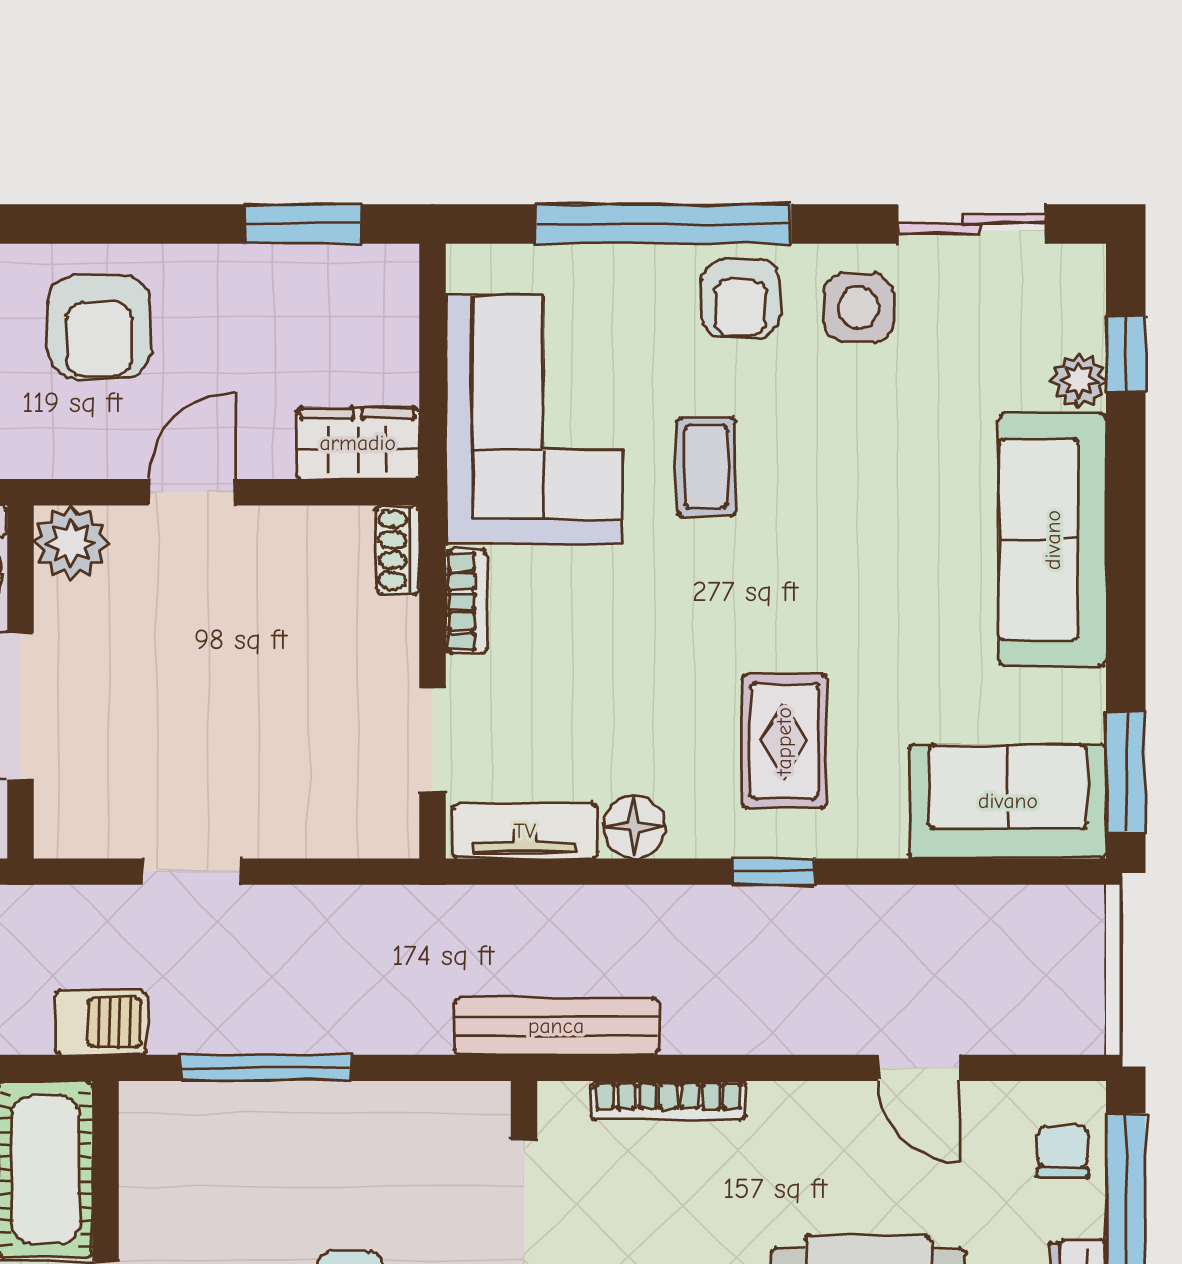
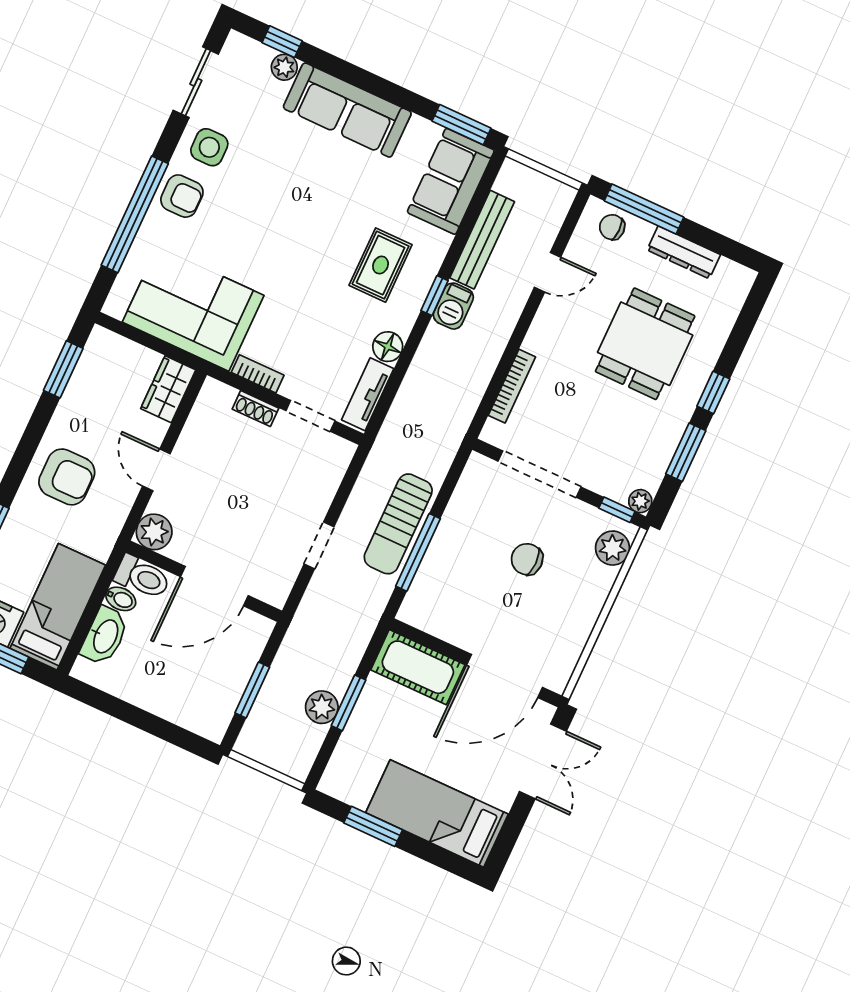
coffee table: (706, 467) -> (247, 244), removed
shoe rack: (398, 550) -> (255, 409), moved
rug: (784, 741) -> (381, 265), turned 90
sun lounger: (303, 1005) -> (398, 524), added
barbecue: (101, 1022) -> (453, 306), moved, turned 180
bench: (556, 1026) -> (482, 240), moved

